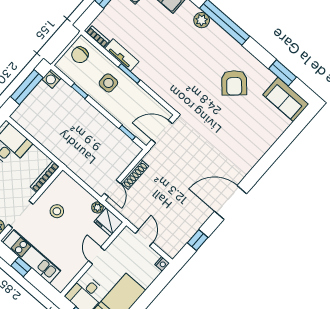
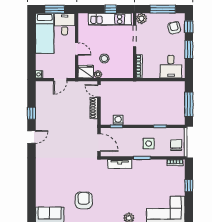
tv unit: (122, 55) -> (120, 164), moved
washing machine: (52, 79) -> (118, 120), moved
armchair: (234, 83) -> (84, 200), turned 42
door: (162, 132) -> (99, 143), hinge flipped
door: (231, 202) -> (31, 137), width x0.53
stool: (57, 211) -> (104, 59), moved
door: (144, 238) -> (60, 80), hinge flipped
window: (198, 240) -> (31, 113), moved

